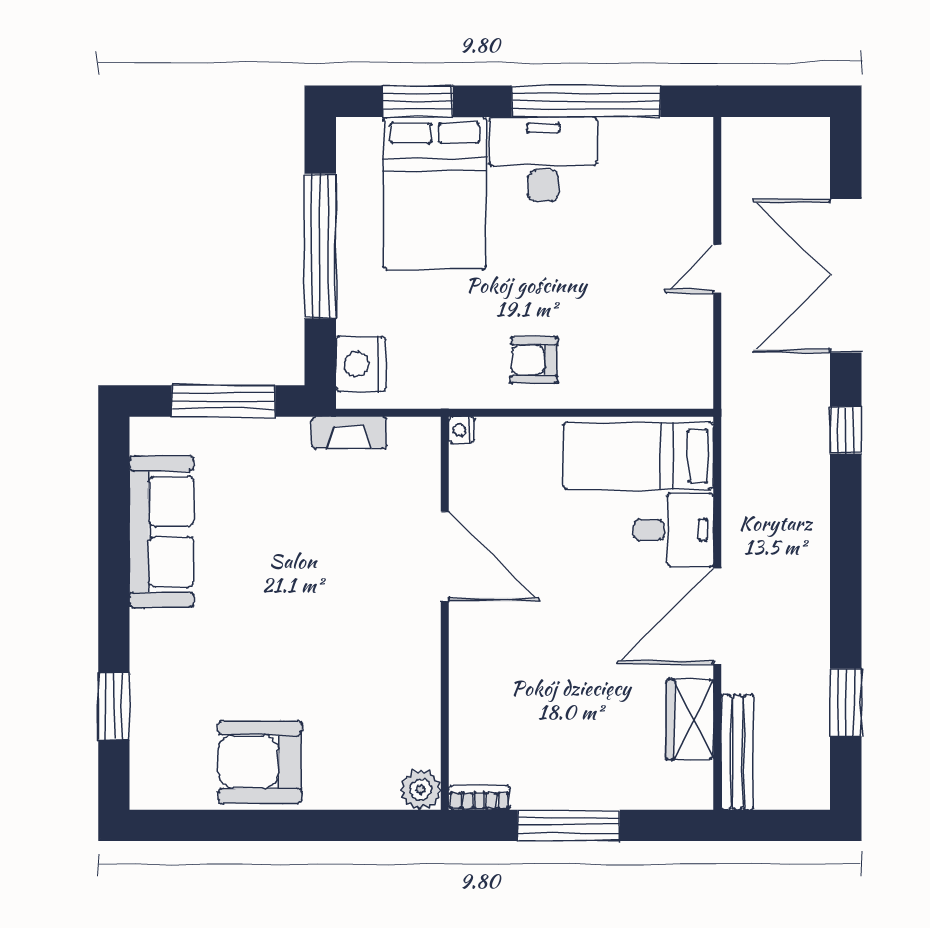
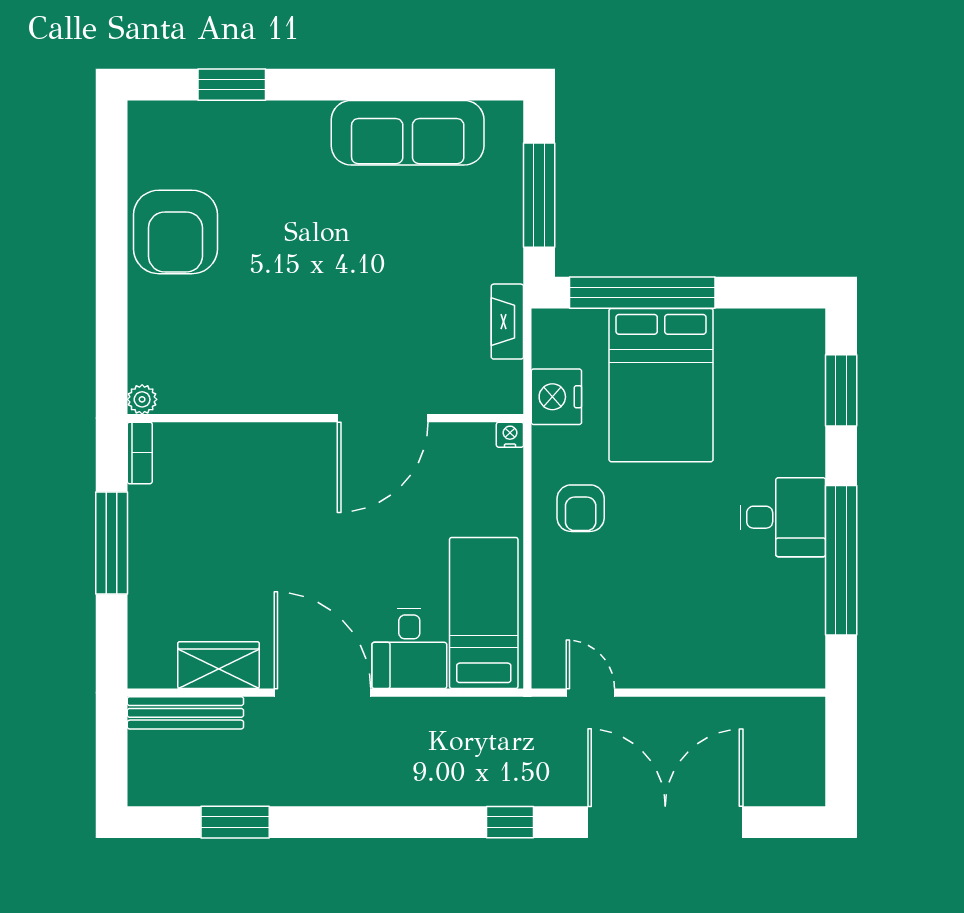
desk: (543, 159) -> (783, 517), width x0.73
bed: (435, 193) -> (661, 385), moved, turned -90
window: (320, 246) -> (642, 293), moved
door: (717, 269) -> (590, 693), moved
armchair: (534, 360) -> (581, 508), turned 180
nightstand: (361, 364) -> (556, 397), moved, turned -90
armchair: (260, 762) -> (175, 232), turned 180
plant: (421, 790) -> (142, 399), width x0.73, depth x0.73

